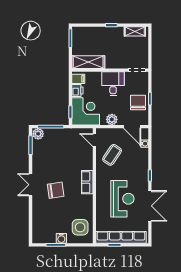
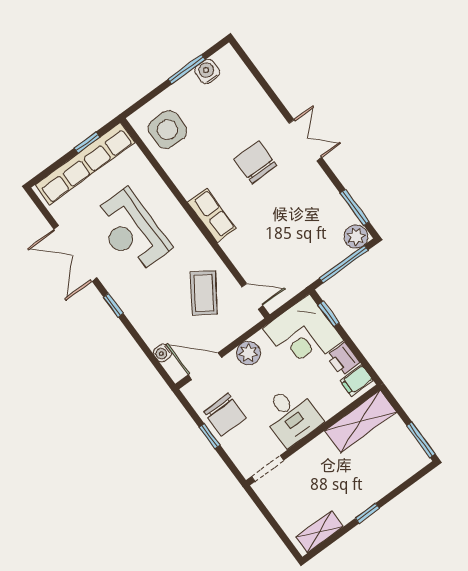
chair: (56, 190) -> (255, 162), turned 98
water cooler: (61, 238) -> (207, 71), moved

